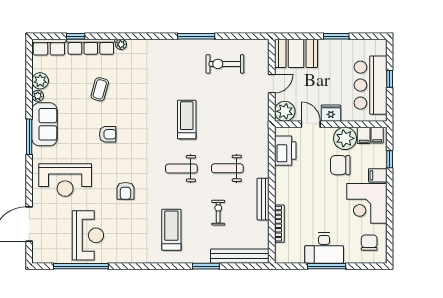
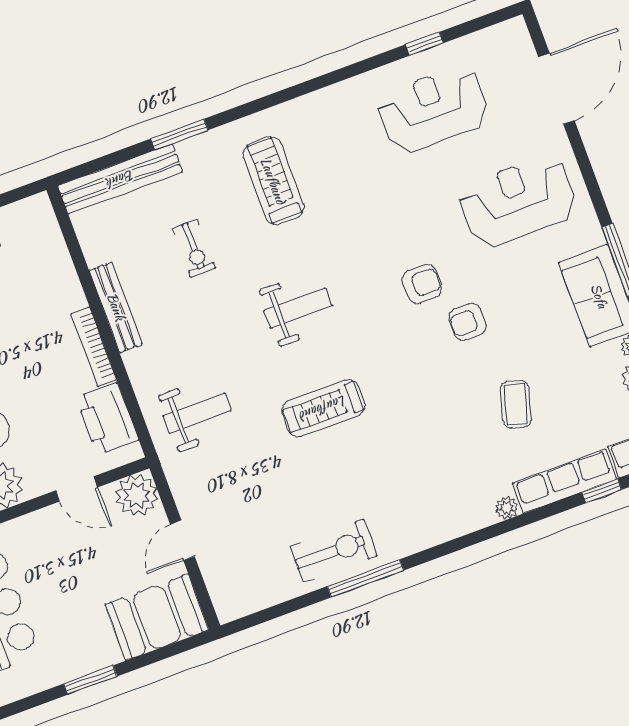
exercise bike: (225, 64) -> (334, 551), moved
fridge: (331, 113) -> (45, 525), removed
treadmill: (187, 119) -> (323, 408), turned 90
weight bench: (227, 168) -> (197, 413), moved
armchair: (125, 191) -> (422, 284), moved, turned 90
bookcase: (279, 224) -> (94, 347), moved
treadmill: (171, 230) -> (273, 181), turned 180
reception desk: (88, 235) -> (433, 109), turned 90
window: (81, 266) -> (425, 44), width x0.32

